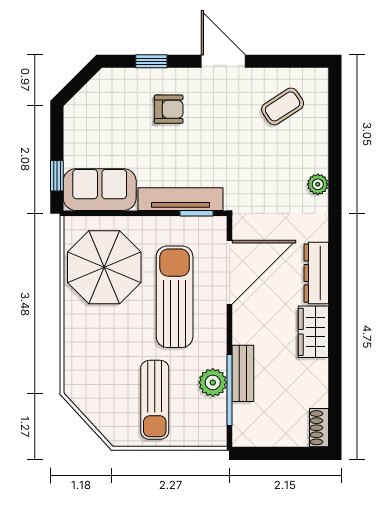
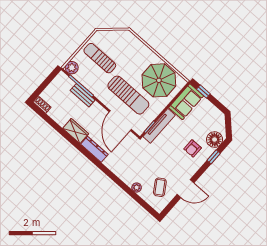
door: (223, 61) -> (186, 189), moved
floor lamp: (121, 85) -> (215, 140), added
plant: (318, 184) -> (137, 187), moved
plant: (213, 382) -> (72, 68), moved

